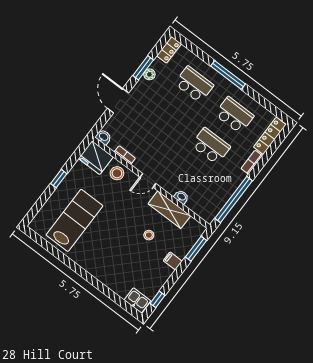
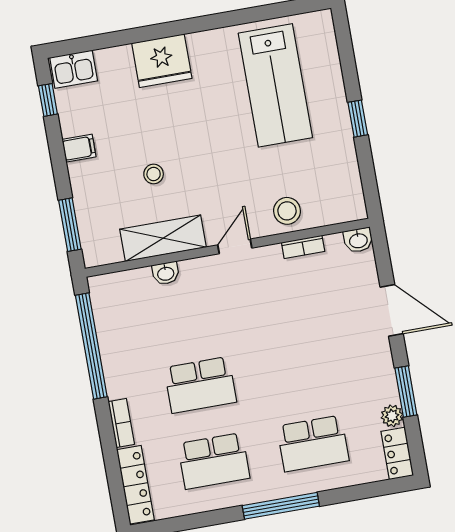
plant: (149, 74) -> (392, 416), moved
fridge: (96, 158) -> (162, 61), moved, turned 180
filing cabinet: (173, 261) -> (79, 148), moved

